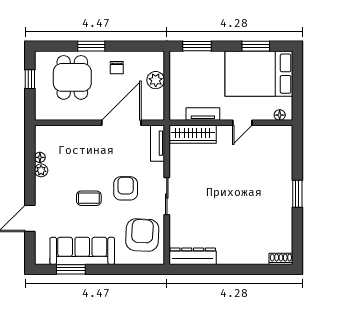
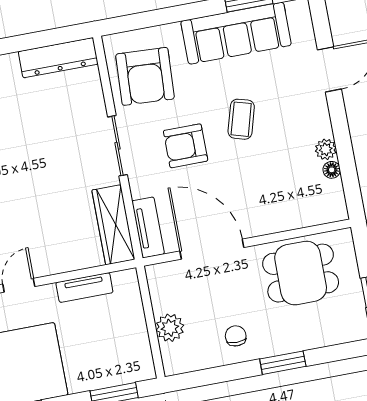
dining table: (72, 77) -> (301, 273), moved, turned 90
door: (121, 123) -> (212, 249), swing flipped
wardrobe: (193, 134) -> (113, 225), moved, turned -90
armchair: (126, 188) -> (186, 146), turned 90
coffee table: (89, 198) -> (241, 119), turned -74

